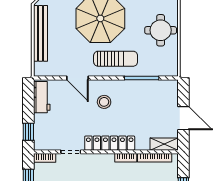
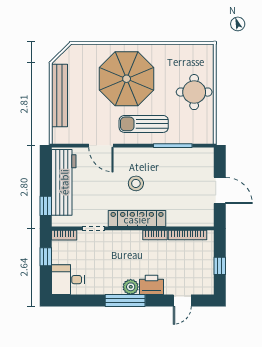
sun lounger: (116, 59) -> (144, 124), turned 180
workbench: (42, 97) -> (64, 182), width x1.88, depth x1.32
stool: (104, 102) -> (136, 183), moved
shelving: (164, 144) -> (198, 220), removed

